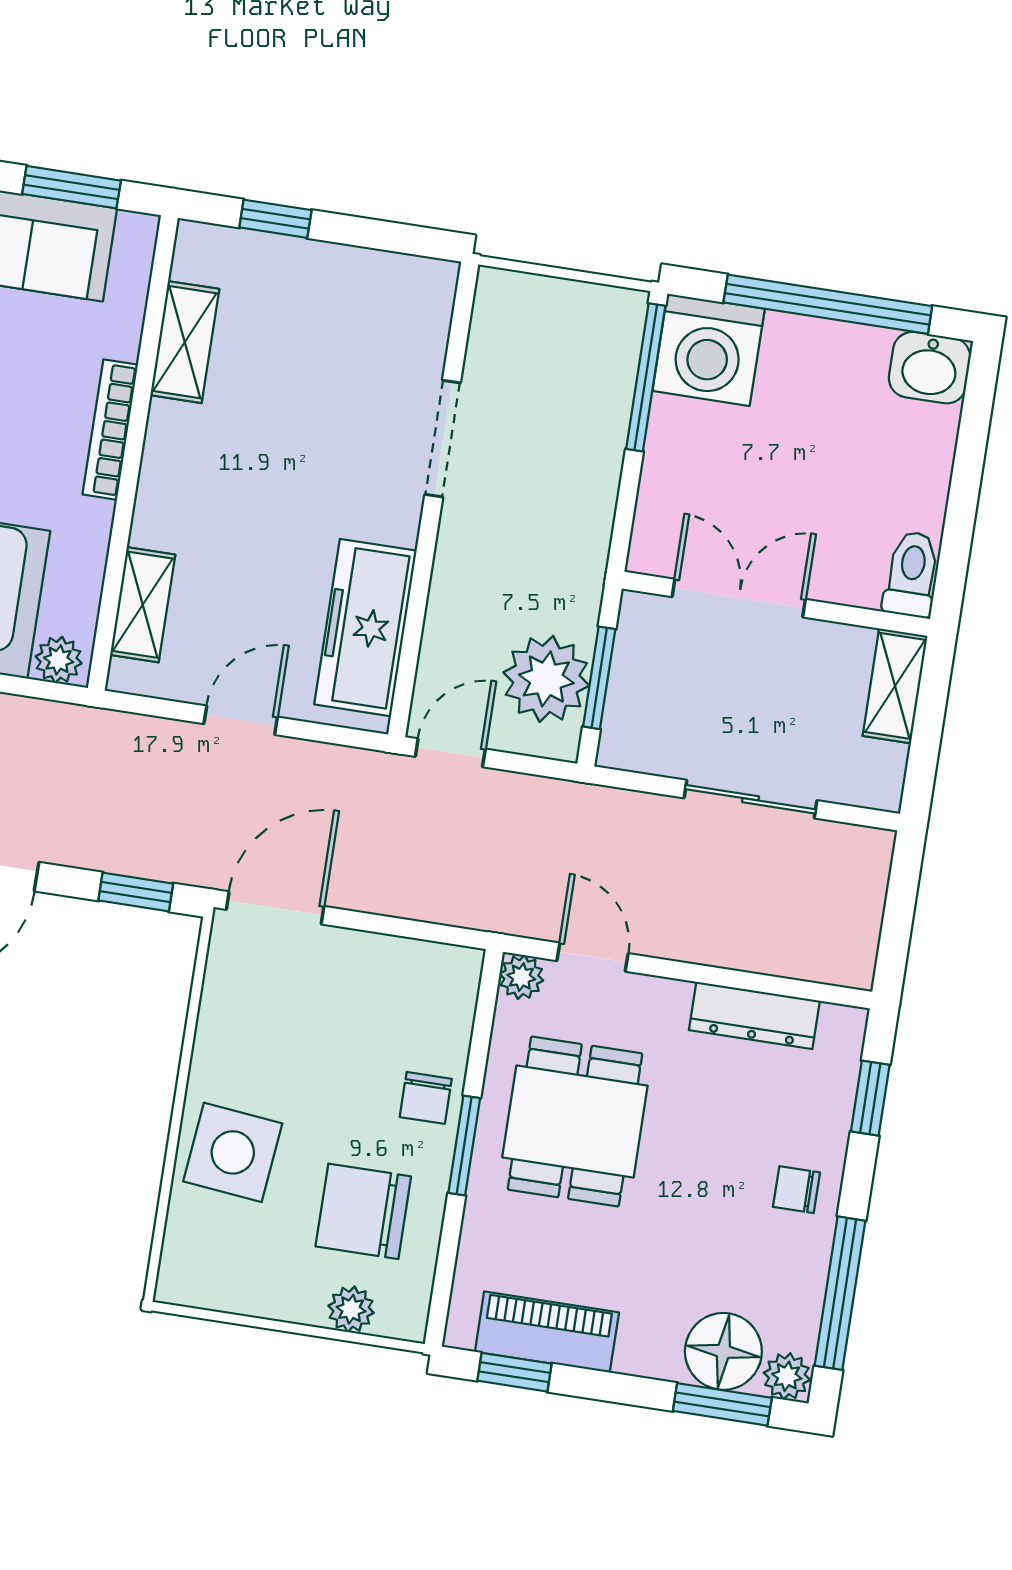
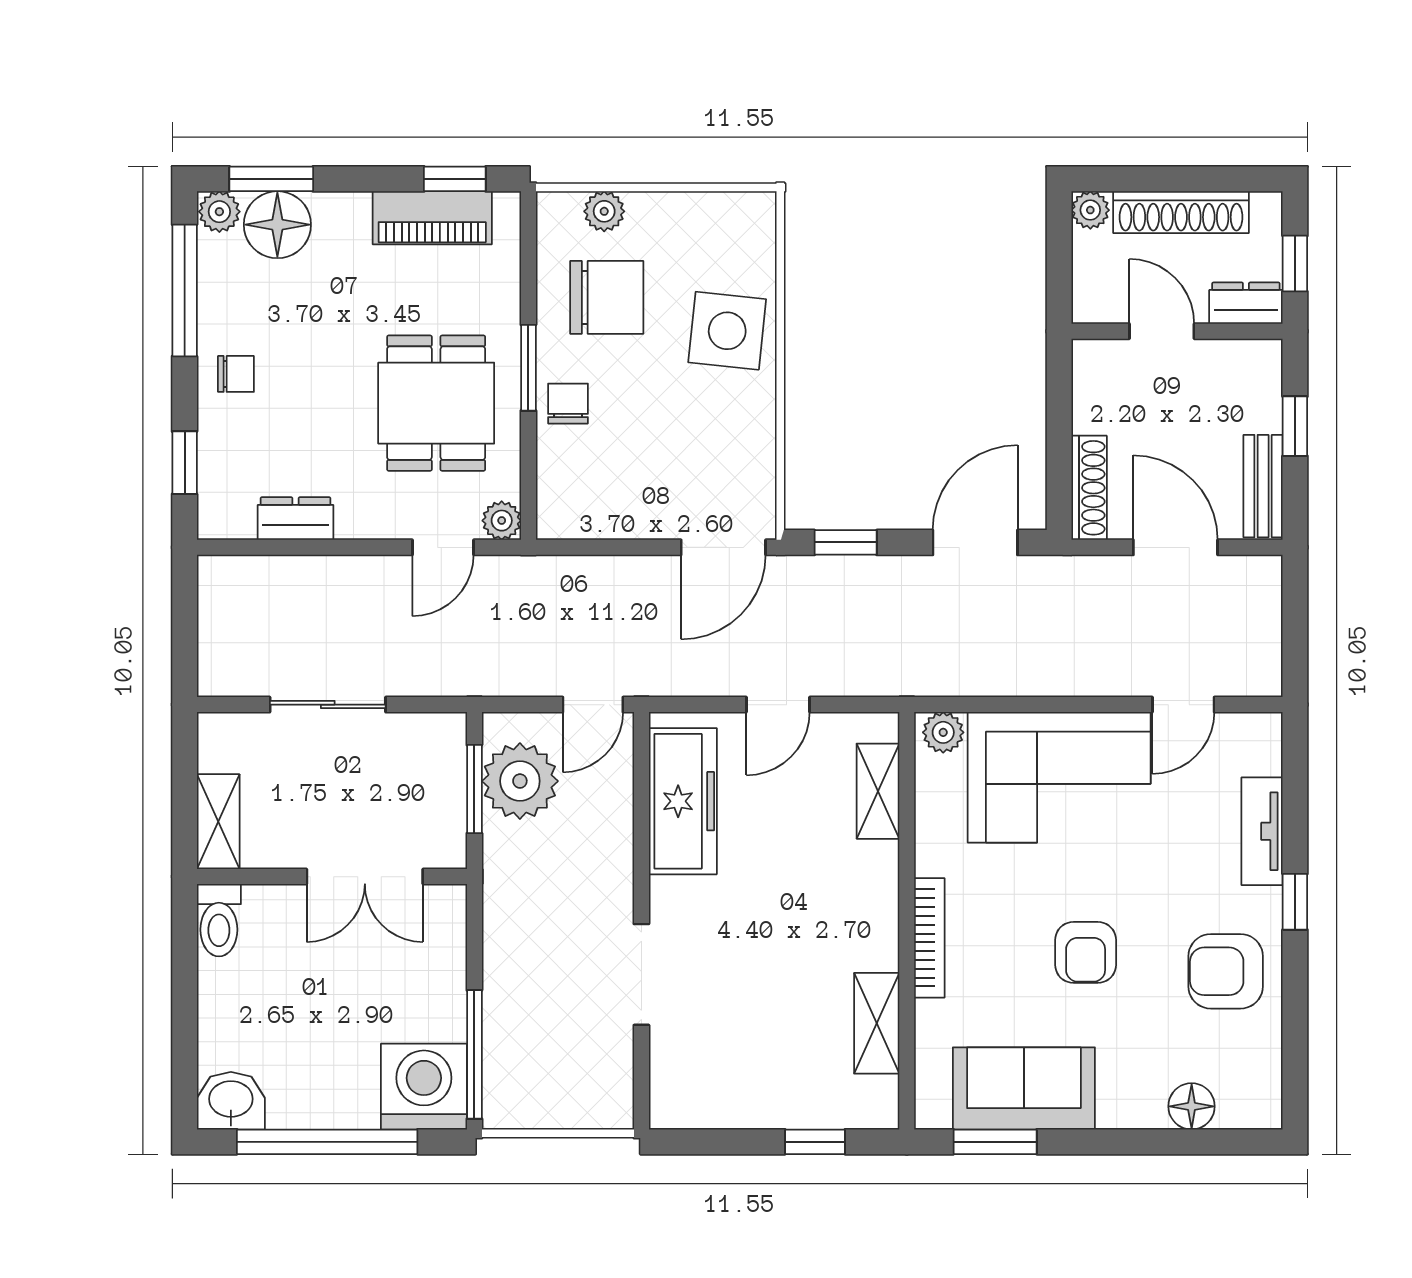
door: (592, 957) -> (443, 547), hinge flipped
dresser: (754, 1015) -> (295, 519), width x0.70

